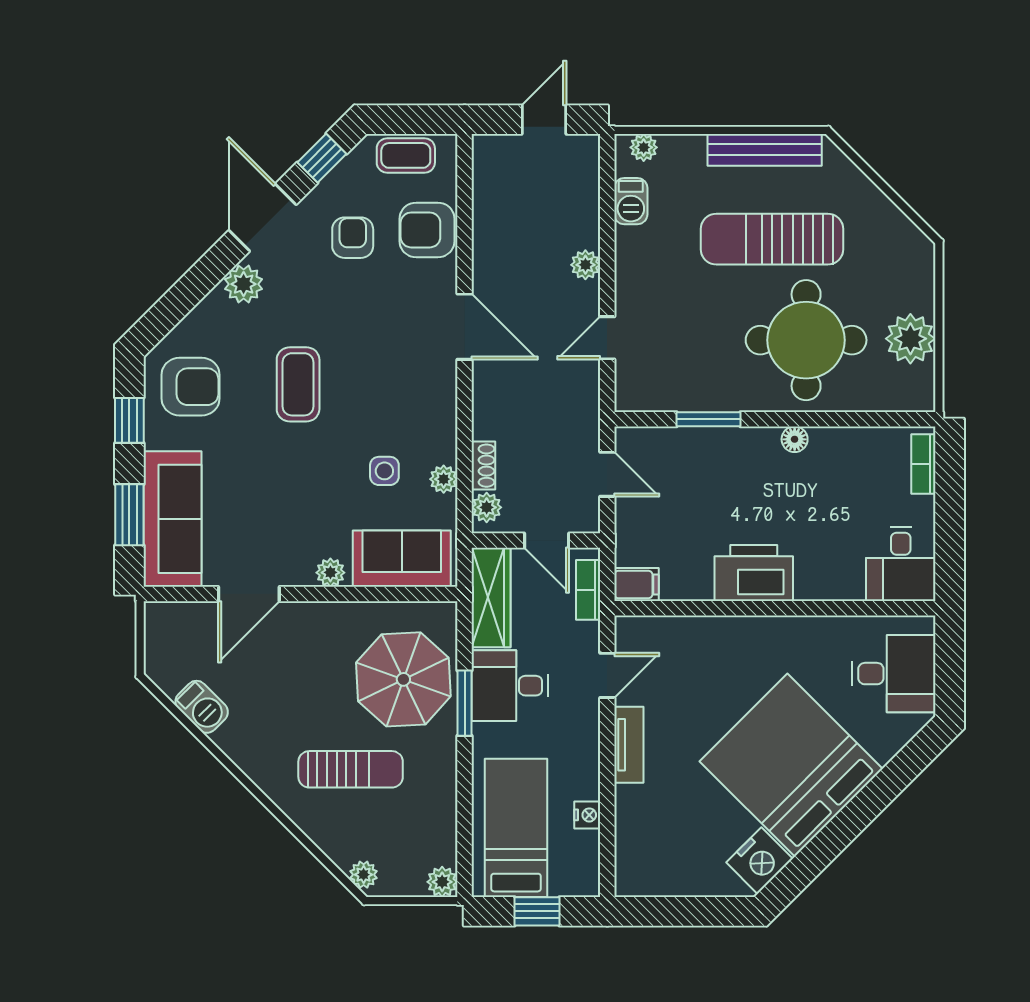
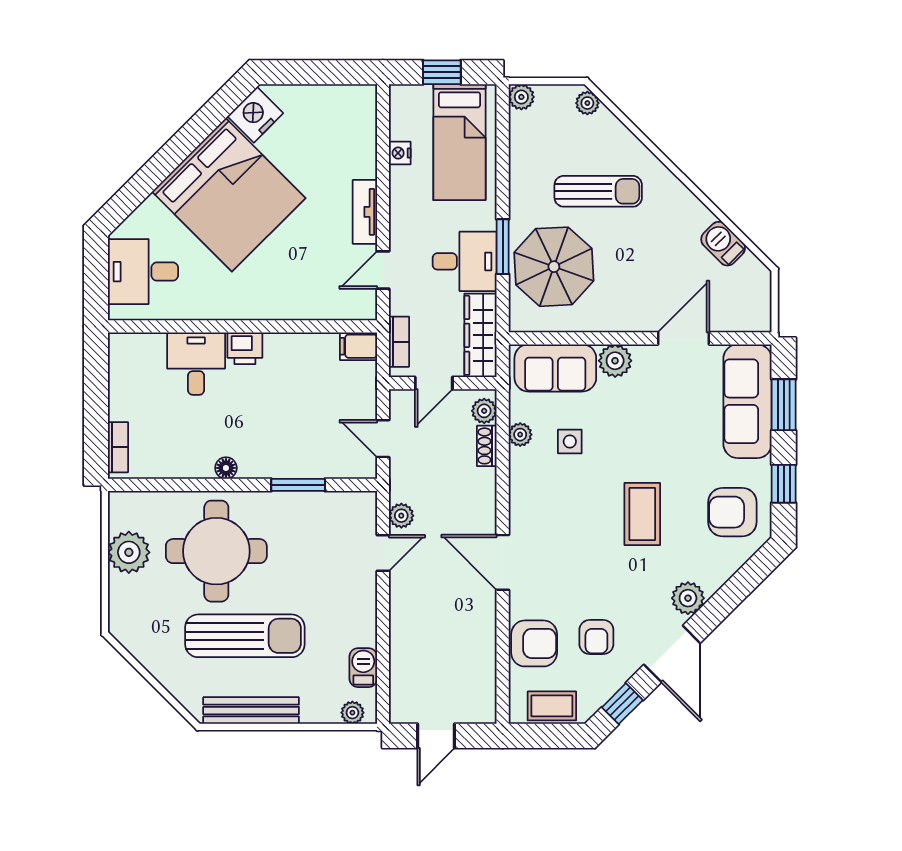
plant: (585, 265) -> (401, 516), moved
door: (547, 540) -> (434, 383), swing flipped
desk: (901, 564) -> (196, 364), moved
plant: (330, 573) -> (615, 361), width x1.38, depth x1.38
printer: (754, 573) -> (245, 348), width x0.53, depth x0.68
sun lounger: (351, 769) -> (598, 191), turned 180

